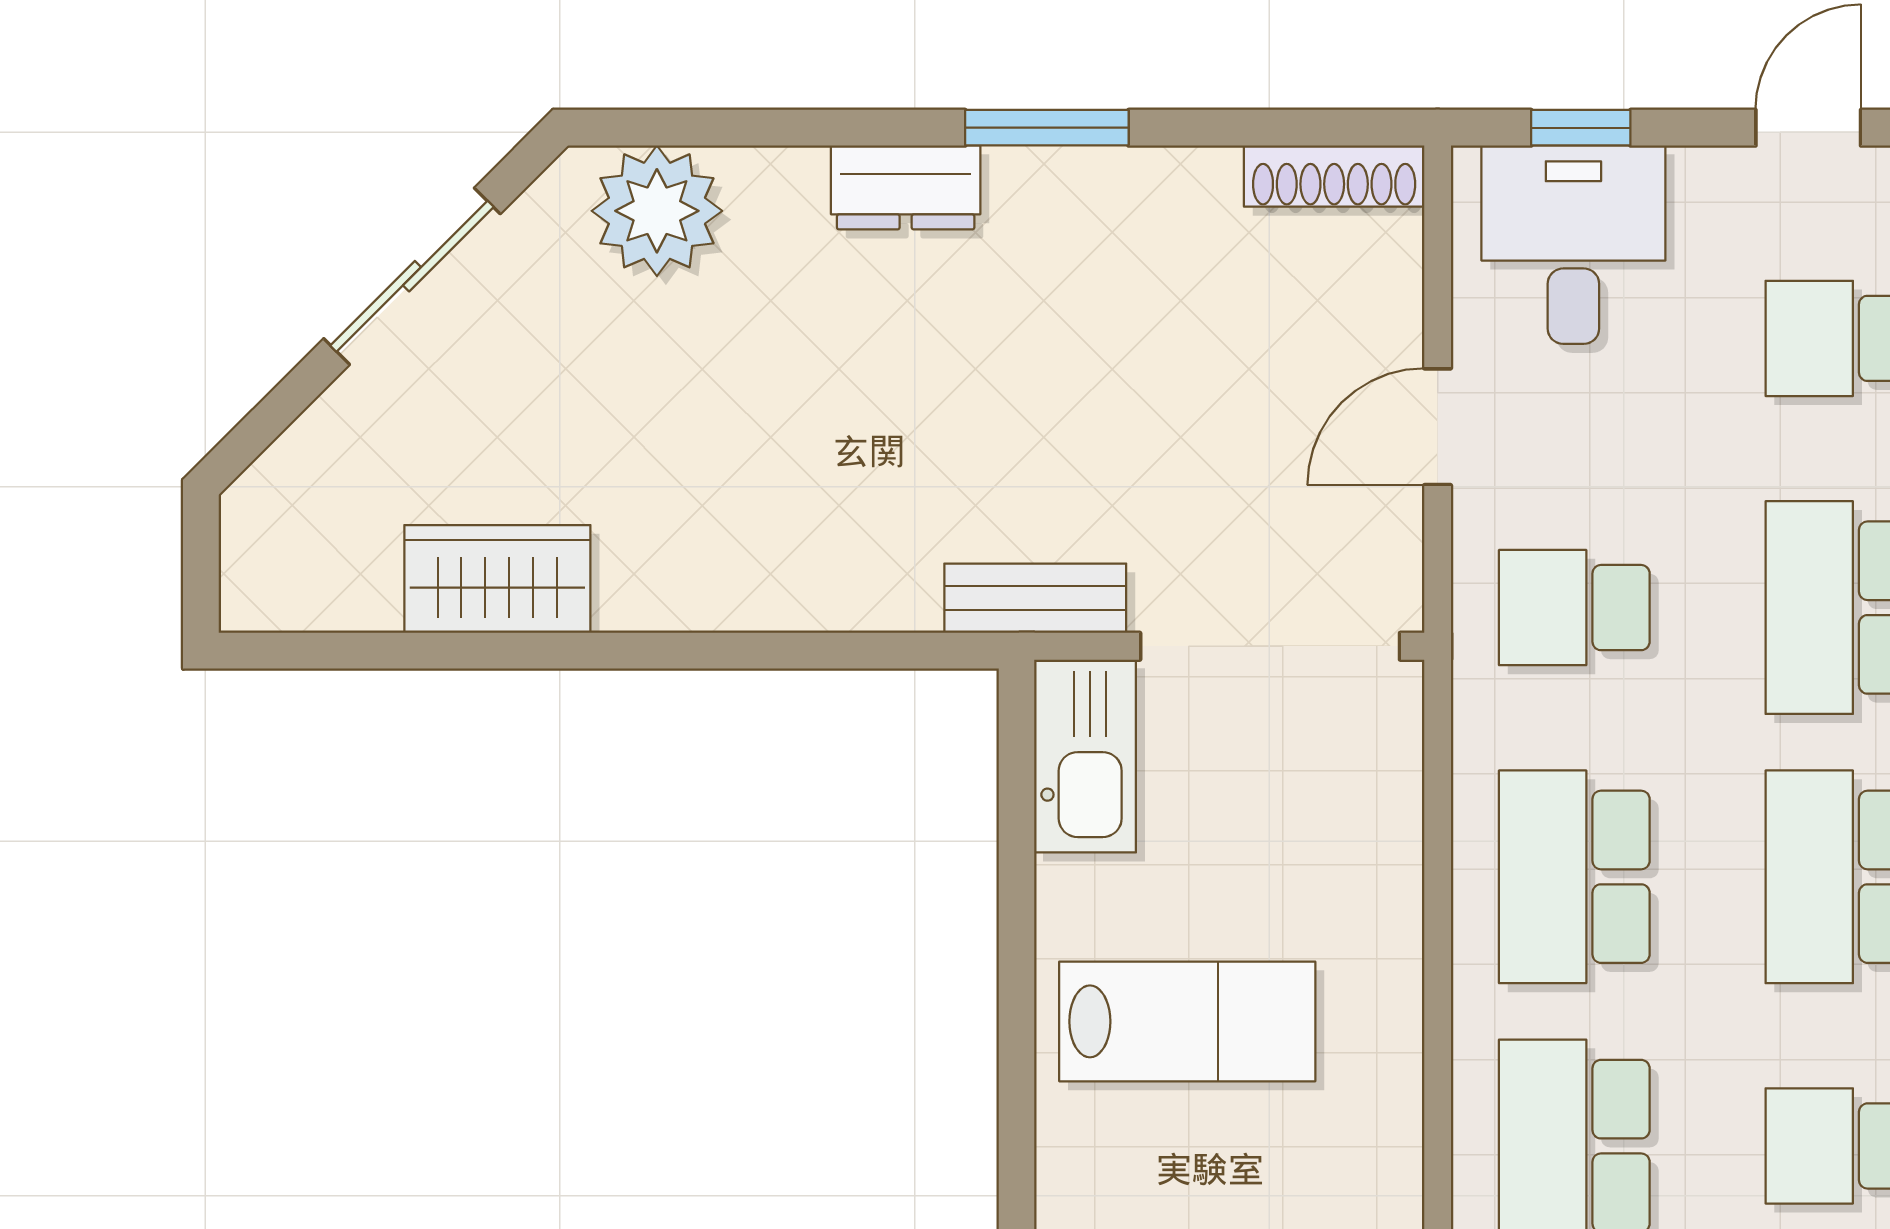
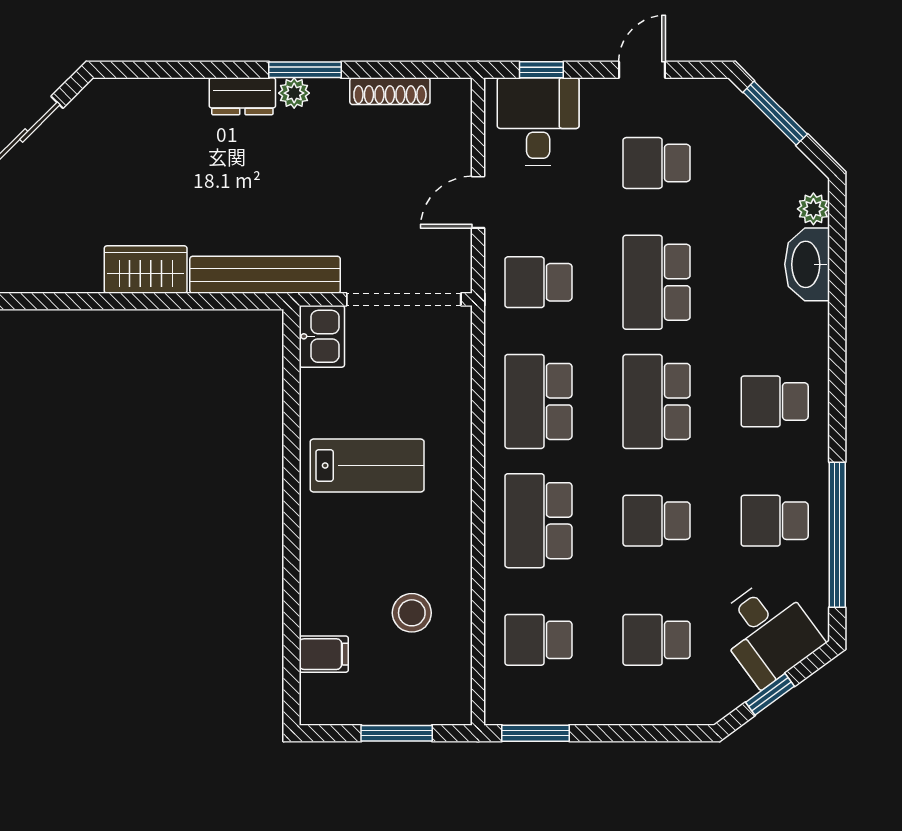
shoe rack: (1334, 176) -> (390, 91), moved
plant: (657, 211) -> (294, 93), moved, width x0.53, depth x0.53
wardrobe: (497, 579) -> (146, 270), moved
bench: (1035, 598) -> (265, 275), width x1.86, depth x1.21
kitchen sink: (1085, 756) -> (322, 336), width x0.73

